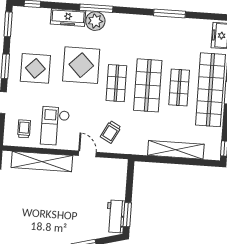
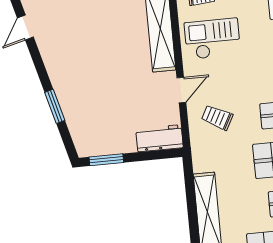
workbench: (116, 216) -> (159, 138), moved

